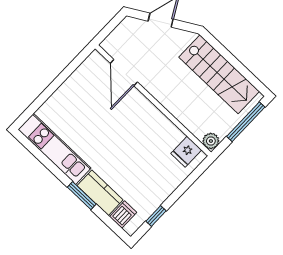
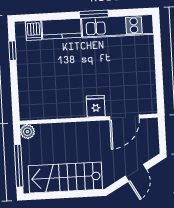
door: (124, 73) -> (124, 117), swing flipped
fridge: (186, 152) -> (96, 106), moved
window: (82, 196) -> (94, 14), moved

